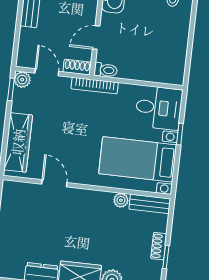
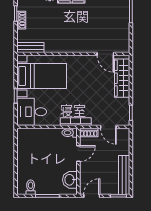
plant: (22, 80) -> (124, 120), removed
door: (54, 183) -> (105, 54), moved
plant: (121, 200) -> (50, 48), removed

